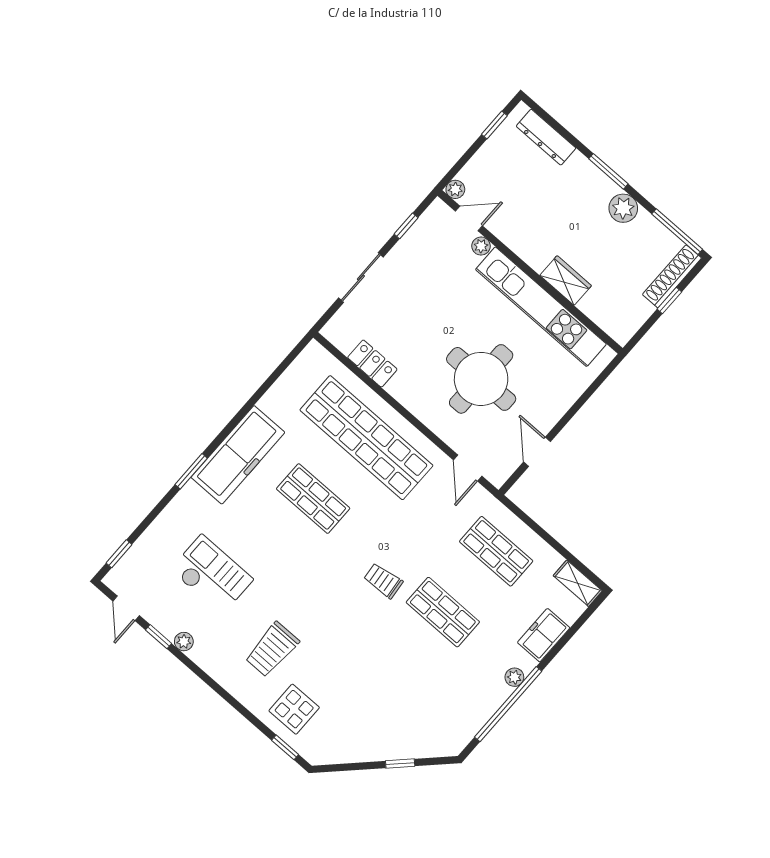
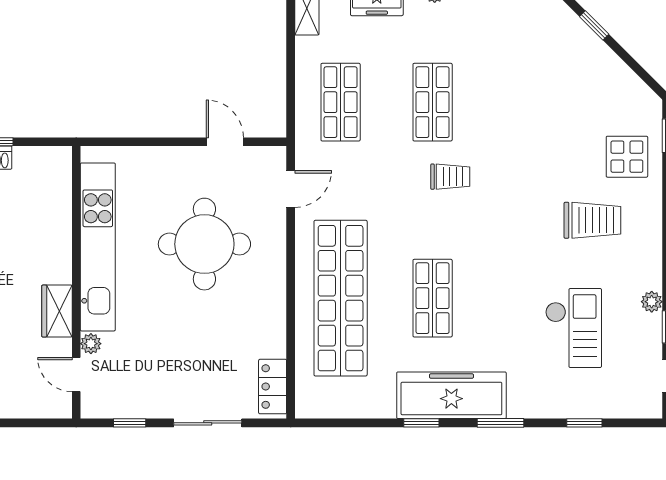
plant: (455, 189) -> (62, 408), removed
wardrobe: (566, 280) -> (57, 311), moved
locker: (372, 363) -> (273, 387), moved
window: (237, 419) -> (421, 423), added
door: (537, 452) -> (225, 142), swing flipped
window: (119, 554) -> (584, 423), moved
checkout: (212, 575) -> (573, 328), turned 180
trolley: (383, 581) -> (450, 177), turned -84

